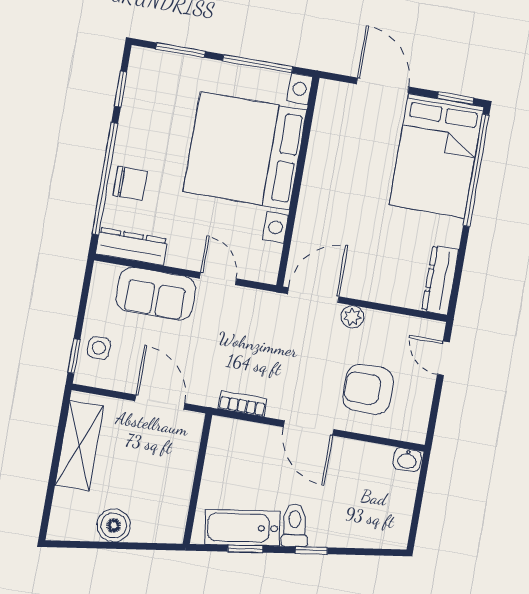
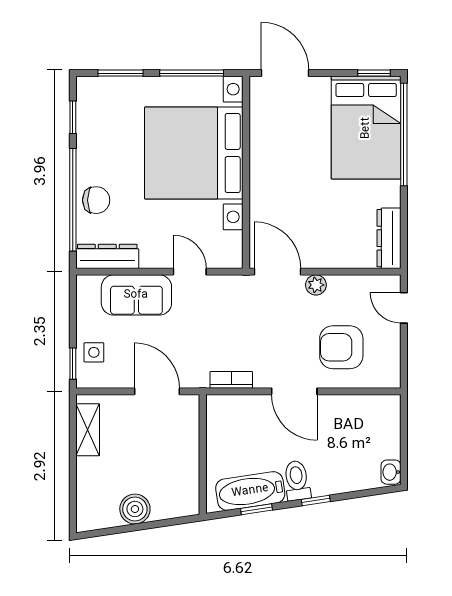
door: (383, 85) -> (285, 73), moved
door: (313, 295) -> (278, 272), hinge flipped
shelving: (79, 446) -> (88, 430), width x0.67, depth x0.75
washbasin: (407, 460) -> (391, 472), moved, turned 90

